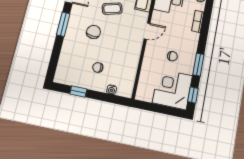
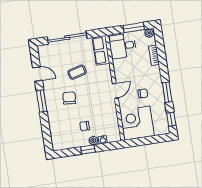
door: (147, 31) -> (115, 91), moved
plant: (101, 87) -> (93, 141), added
corner desk: (172, 89) -> (137, 123), moved
window: (78, 92) -> (88, 150), moved

